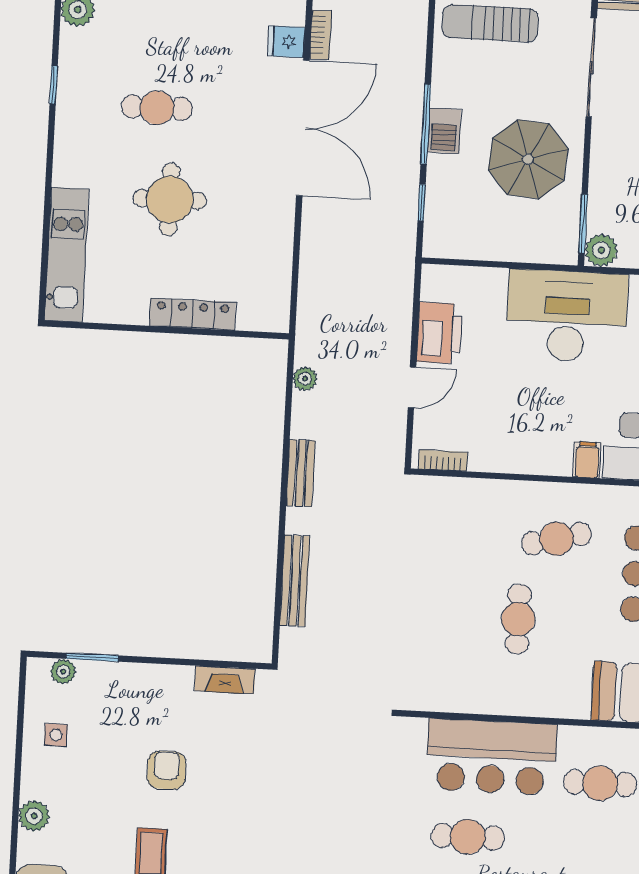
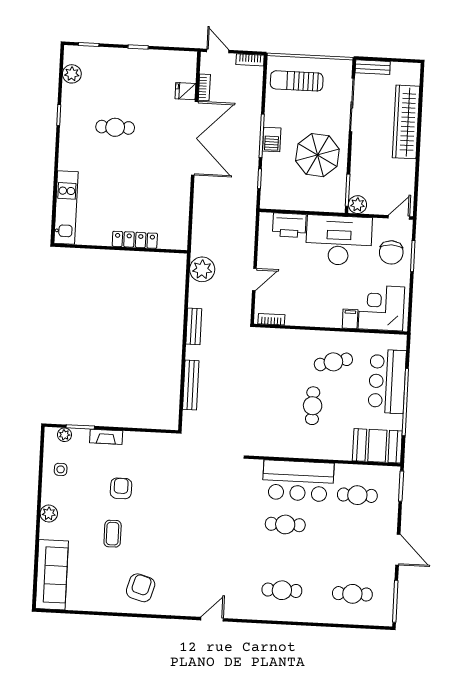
round table: (170, 200) -> (122, 177), removed
printer: (439, 333) -> (289, 225), moved, turned 90
plant: (305, 379) -> (202, 269), width x1.88, depth x1.88
fireplace: (225, 680) -> (106, 437), moved

